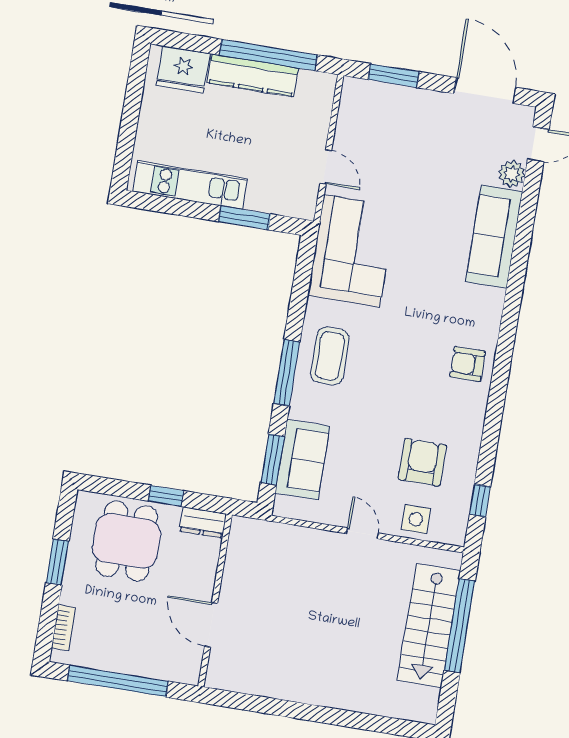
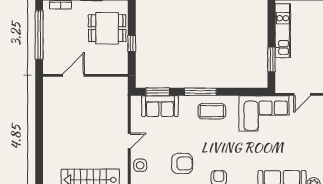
armchair: (422, 462) -> (182, 163), moved
dresser: (203, 522) -> (122, 63), removed

